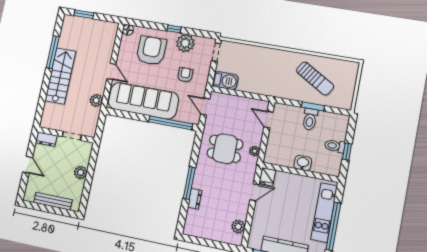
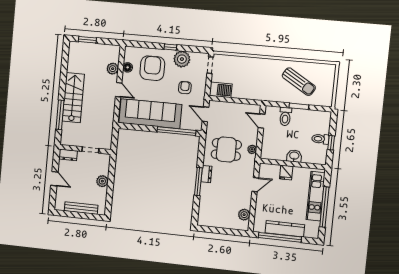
floor lamp: (128, 30) -> (128, 67), moved
window: (53, 52) -> (60, 115), moved
plant: (96, 100) -> (113, 69), moved
toilet: (310, 119) -> (285, 116), moved
fridge: (267, 177) -> (286, 173), moved
dresser: (195, 199) -> (206, 174), moved

